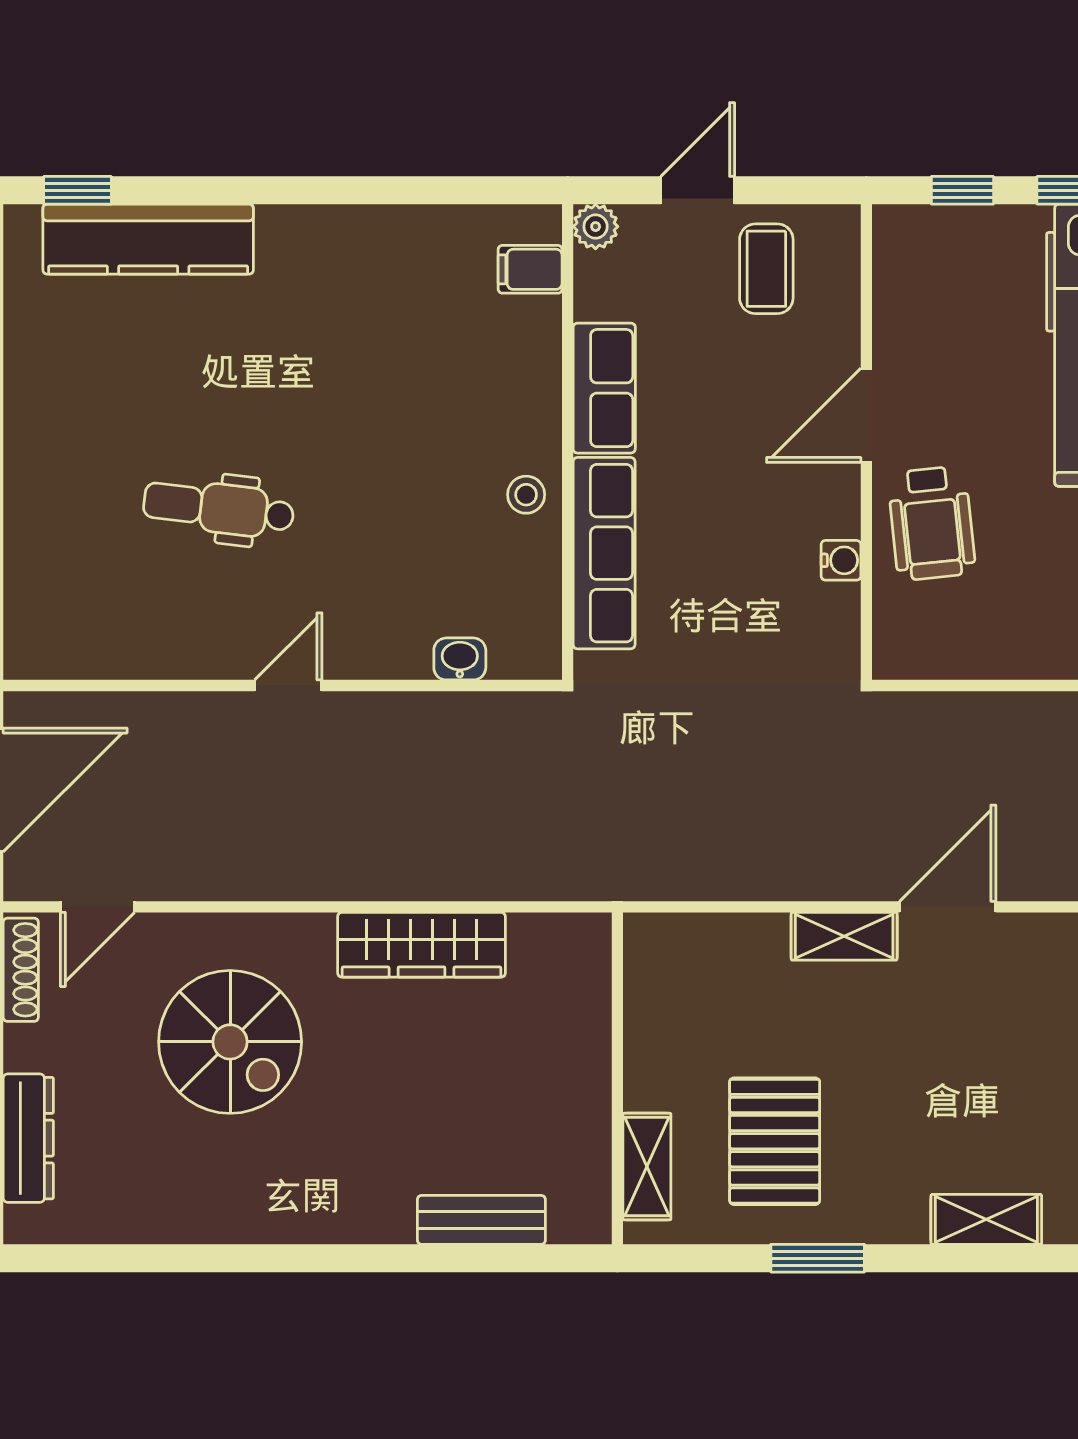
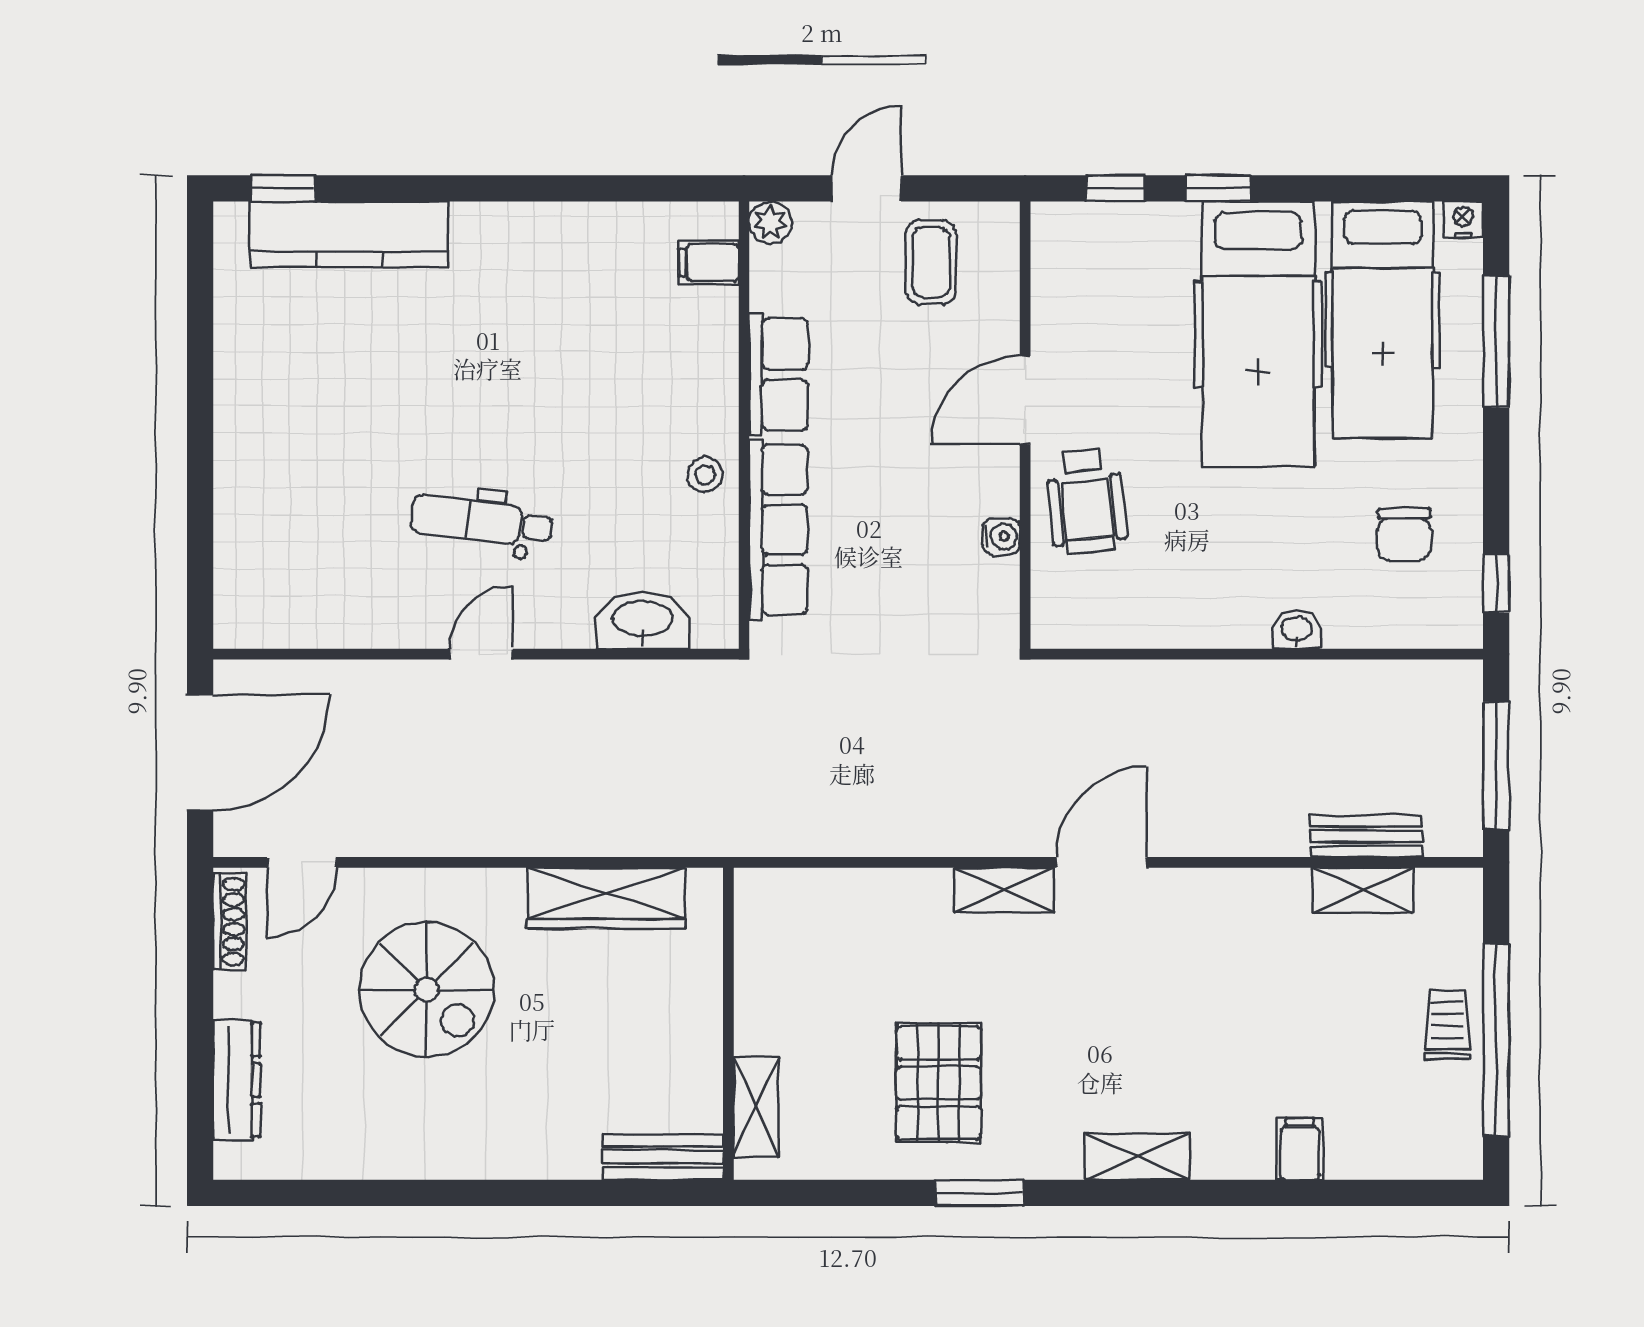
dental chair: (219, 508) -> (482, 521), moved
washbasin: (460, 659) -> (643, 620), width x1.91, depth x1.45
wall: (617, 1078) -> (728, 1024), moved
shelving: (647, 1167) -> (756, 1107), moved

